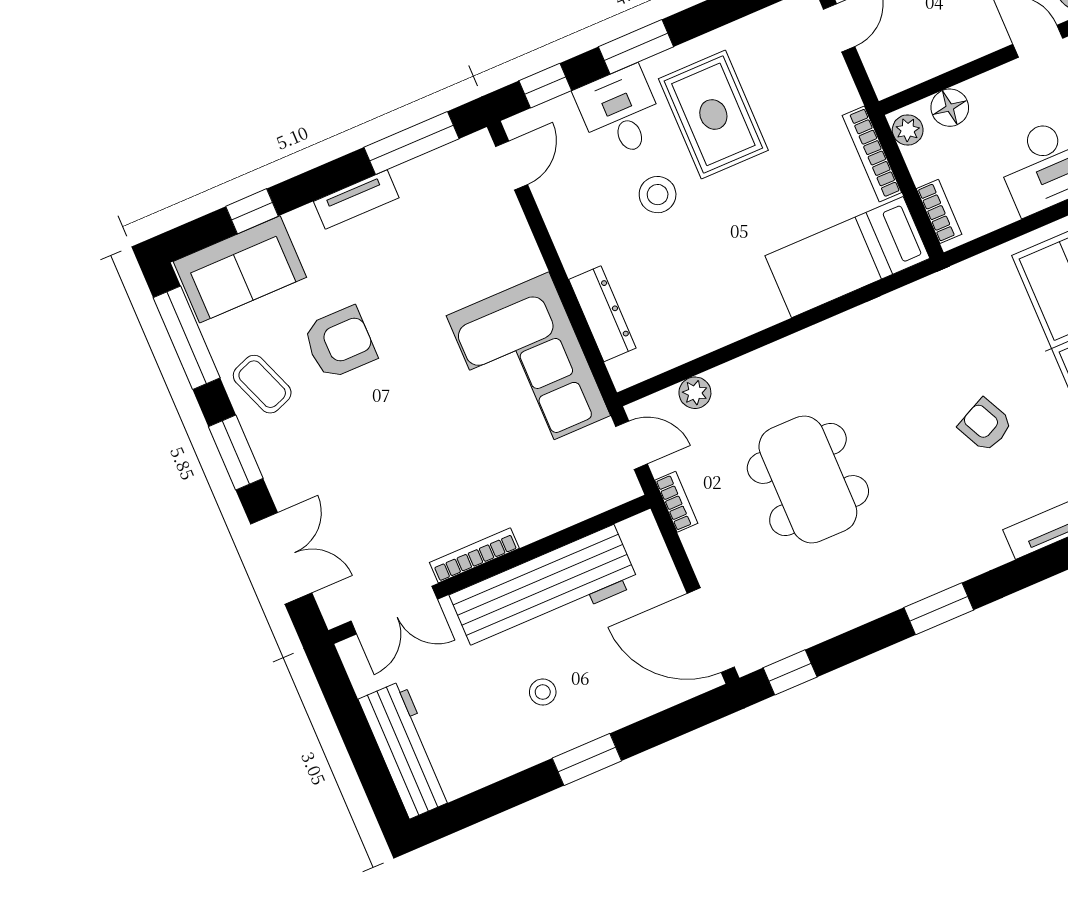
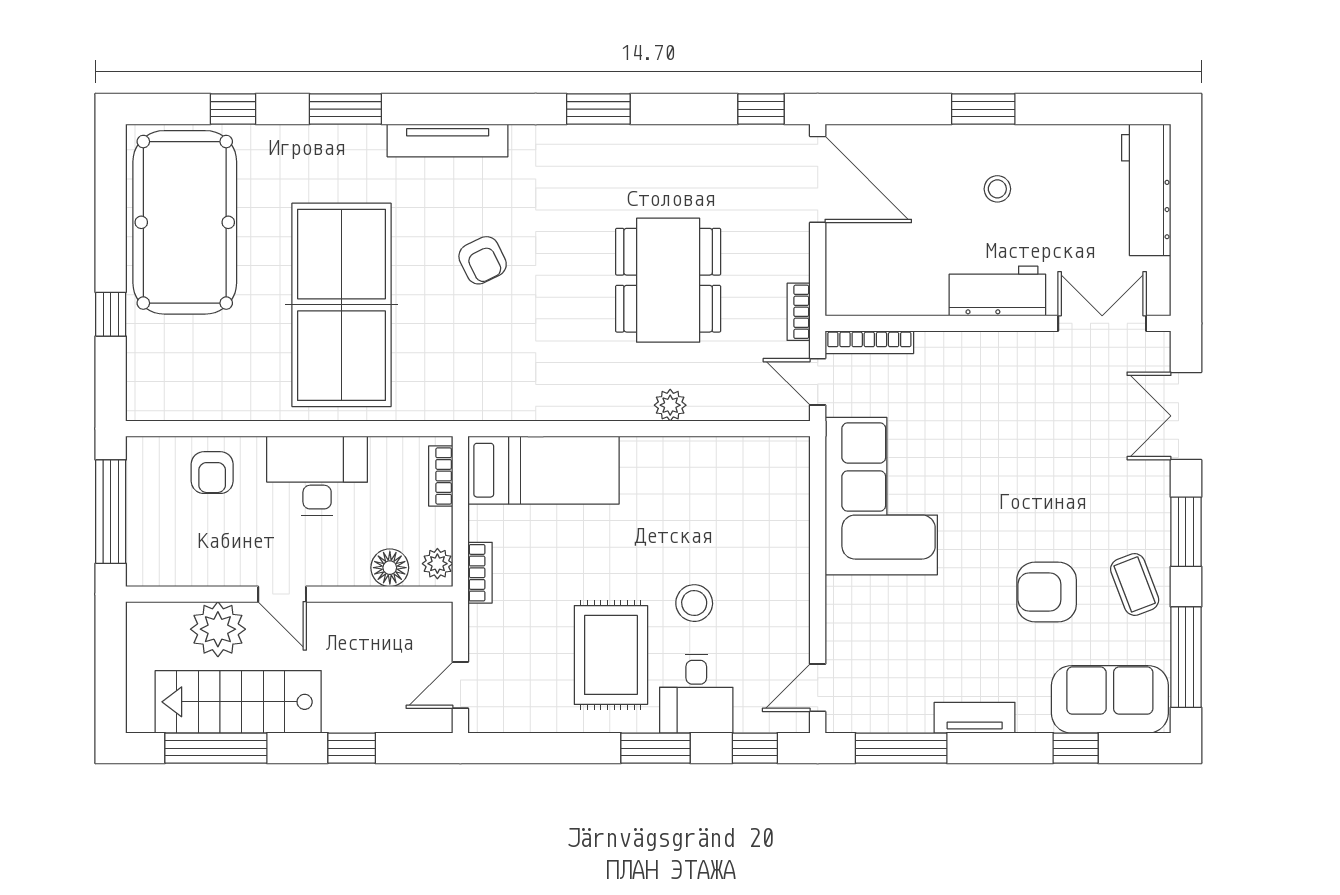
bookcase: (872, 154) -> (480, 573), width x0.64
dresser: (602, 314) -> (792, 515), removed
plant: (695, 393) -> (670, 405), moved
bookcase: (474, 555) -> (869, 342), moved
workbench: (544, 590) -> (997, 291), width x0.53, depth x0.76

